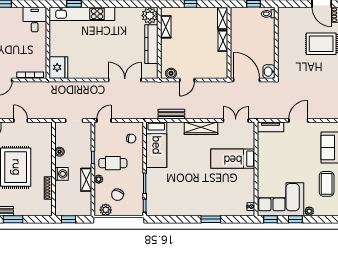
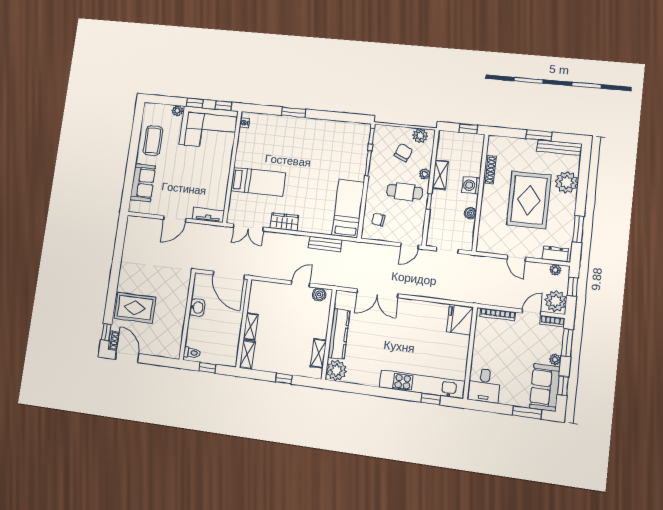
washbasin: (269, 72) -> (197, 307), moved
wardrobe: (201, 128) -> (285, 222), width x0.67

